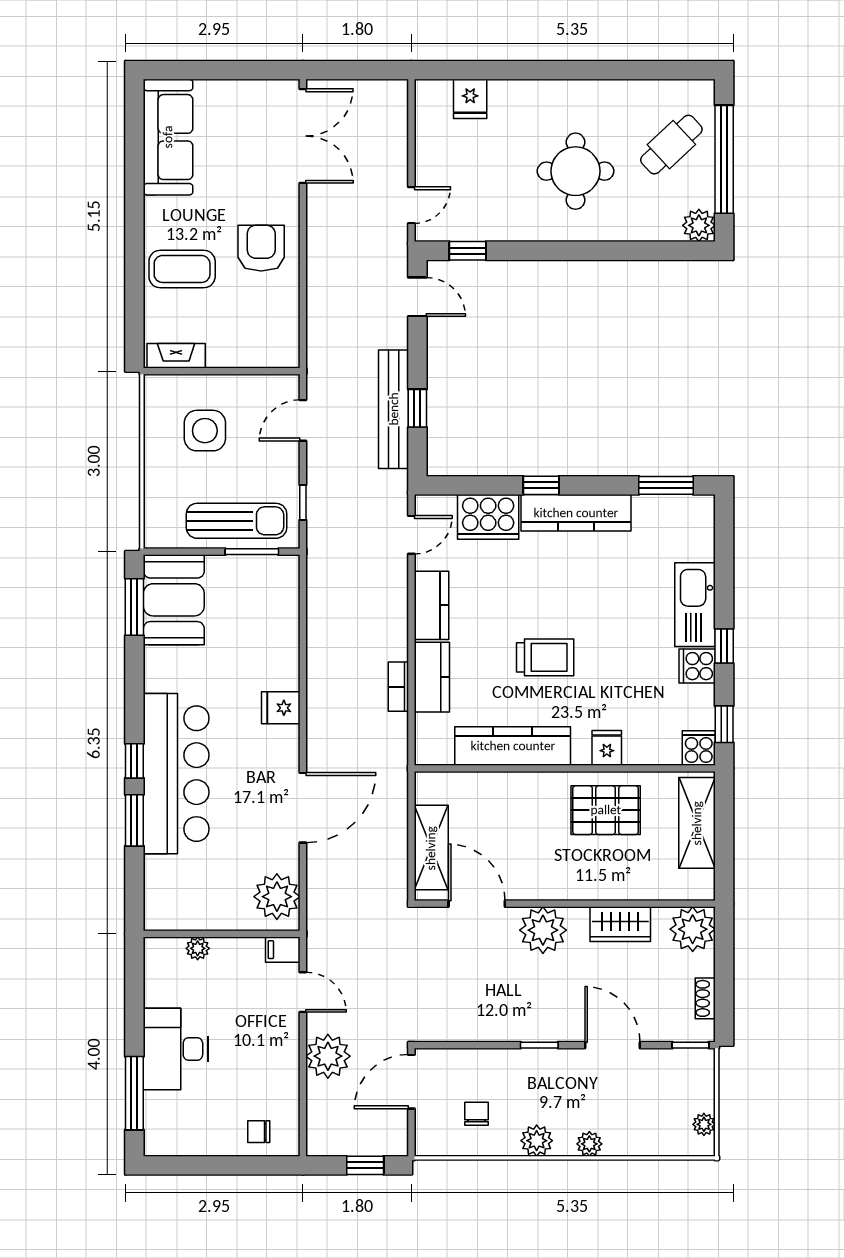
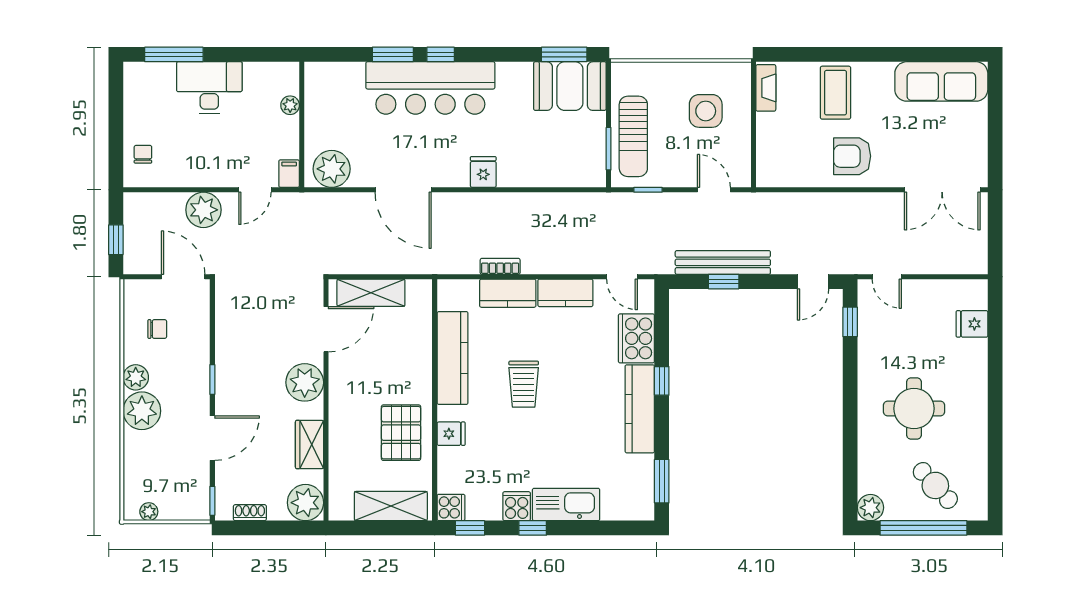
armchair: (261, 248) -> (852, 156), turned 180
plant: (589, 1144) -> (142, 411), width x1.88, depth x1.88

